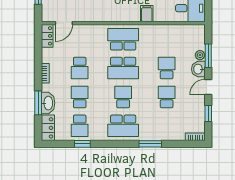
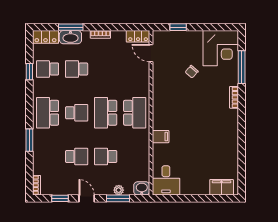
school desk: (80, 68) -> (106, 69), removed
school desk: (167, 68) -> (106, 156), turned 180
washbasin: (198, 69) -> (142, 188), moved
school desk: (80, 97) -> (77, 69), turned 180

